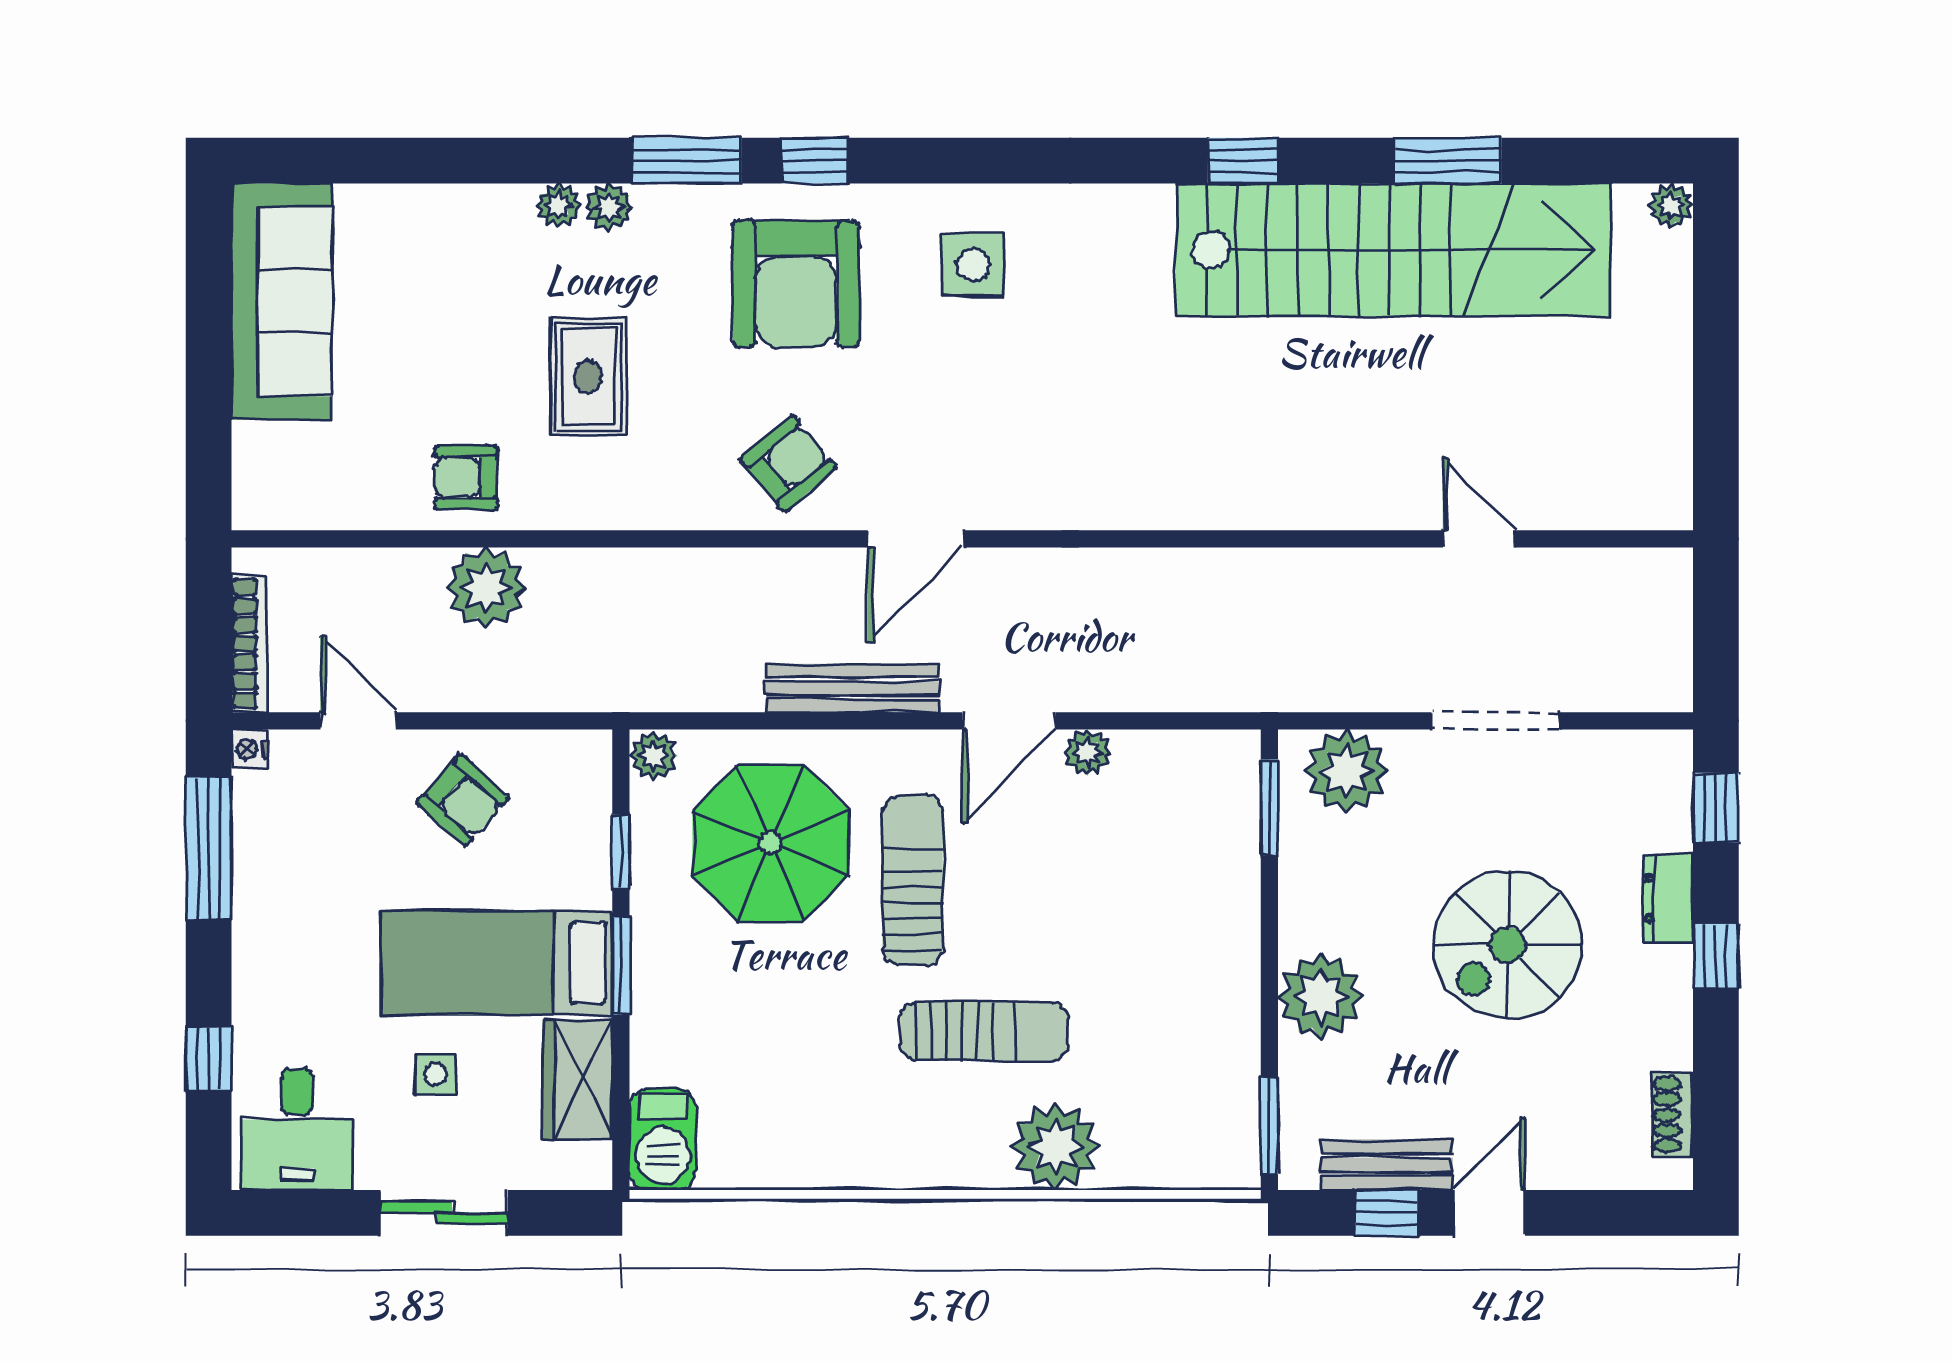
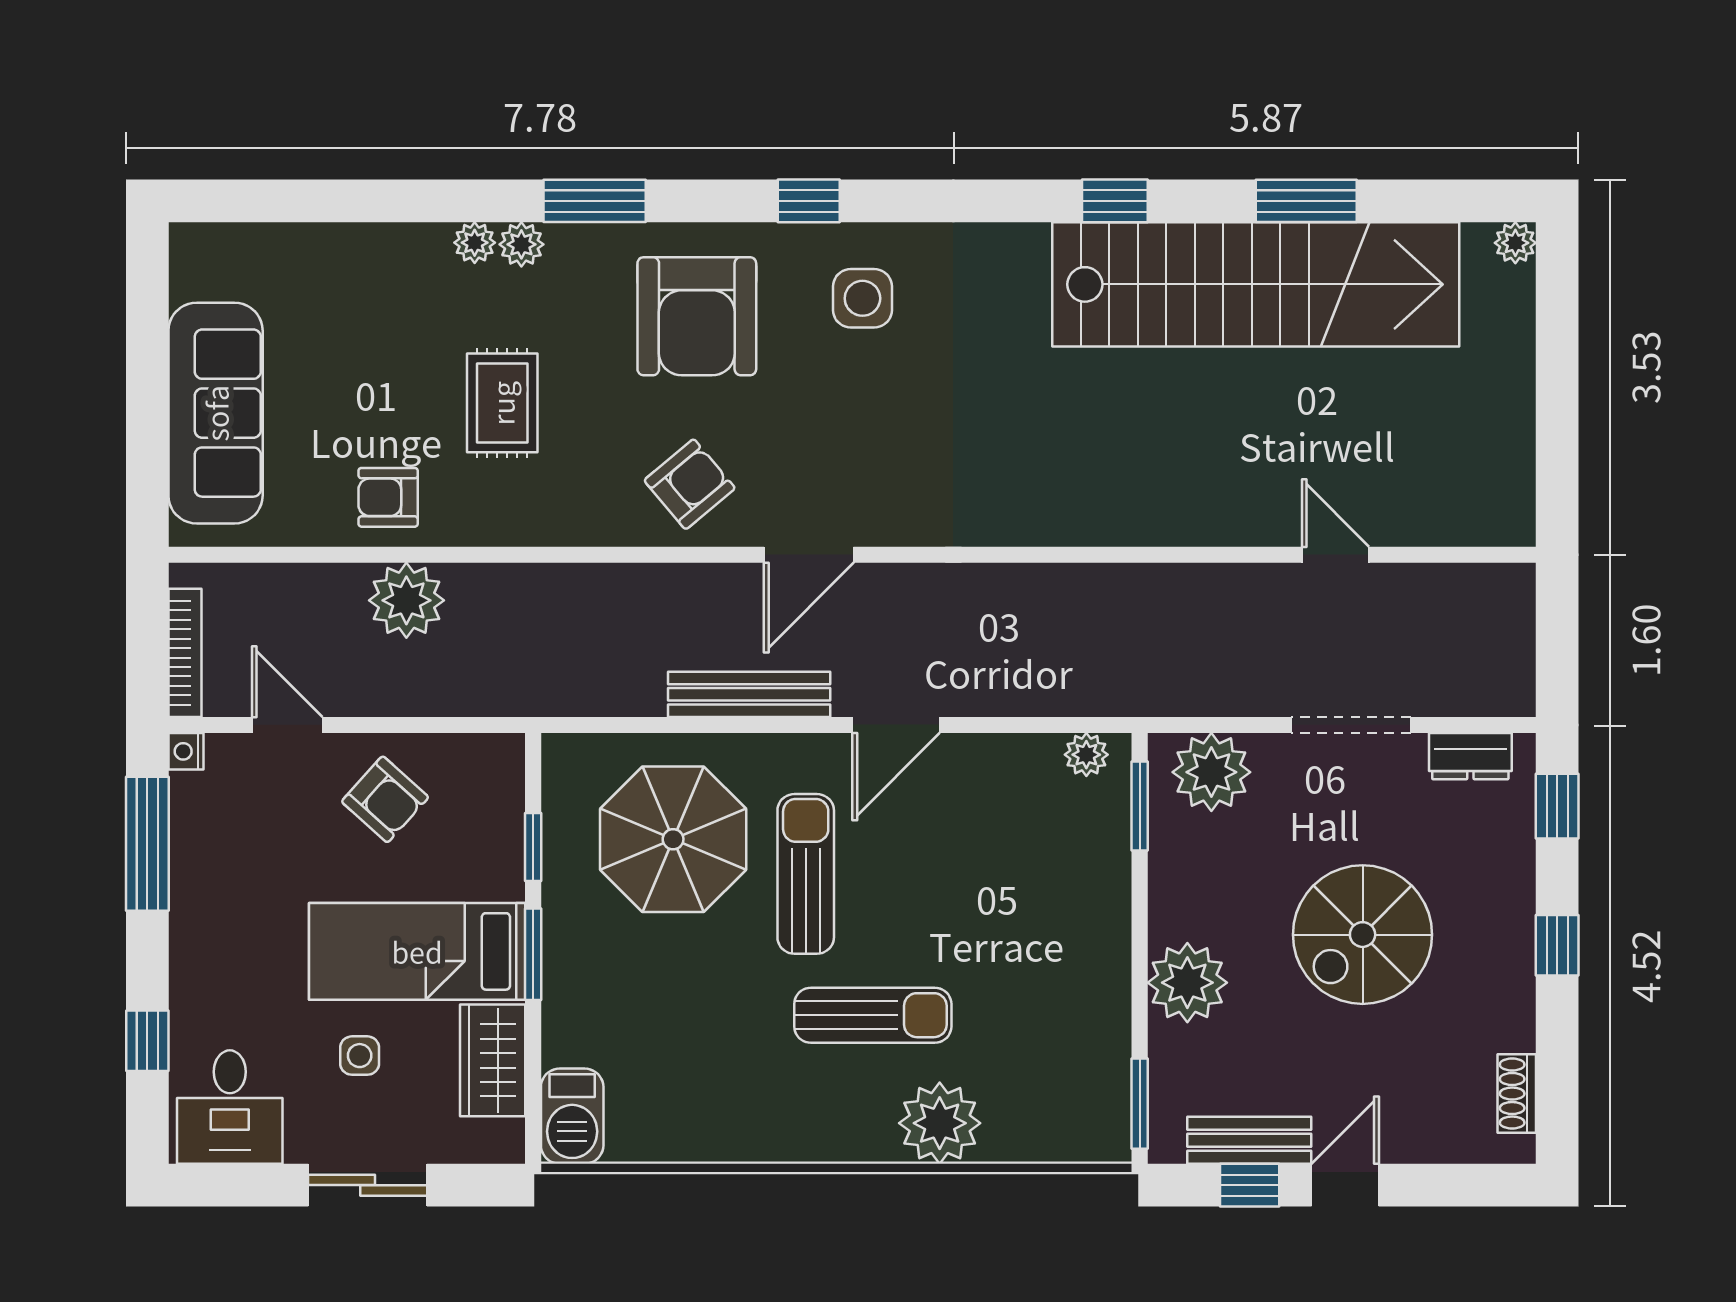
window: (815, 161) -> (809, 201), moved
sofa: (282, 302) -> (216, 413), moved
plant: (1087, 753) -> (1086, 755), moved
plant: (653, 756) -> (563, 758), removed
dresser: (1668, 898) -> (1470, 756), moved, turned -90

